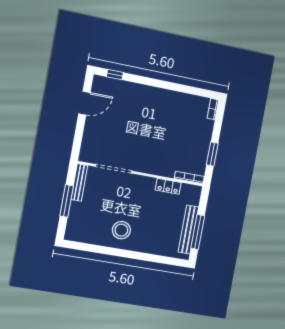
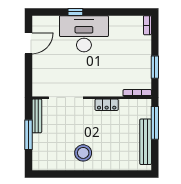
window: (115, 75) -> (75, 12), moved
desk: (145, 105) -> (84, 34), added
locker: (168, 186) -> (107, 105), moved
window: (198, 232) -> (155, 123), moved

